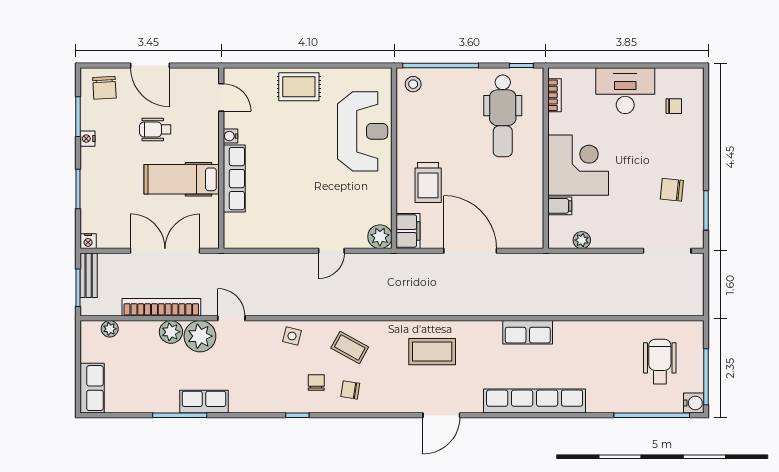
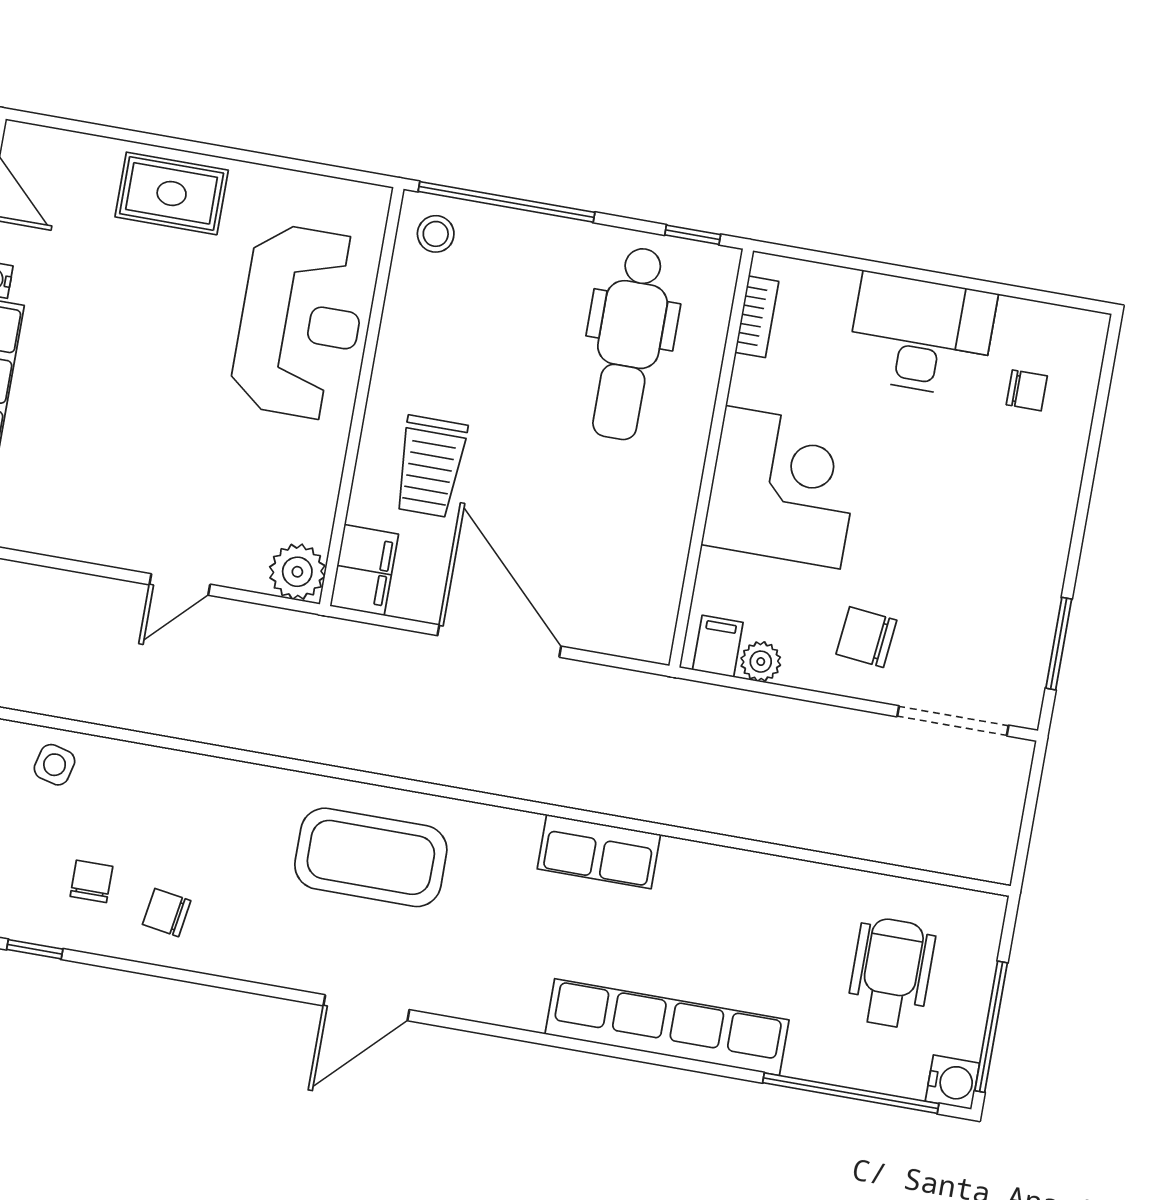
chair: (672, 190) -> (866, 637), moved
filing cabinet: (560, 206) -> (718, 646), moved, turned -90
coffee table: (350, 347) -> (183, 815), removed
coffee table: (432, 352) -> (371, 857), width x1.36, depth x1.32
row of seats: (535, 401) -> (667, 1027), moved

